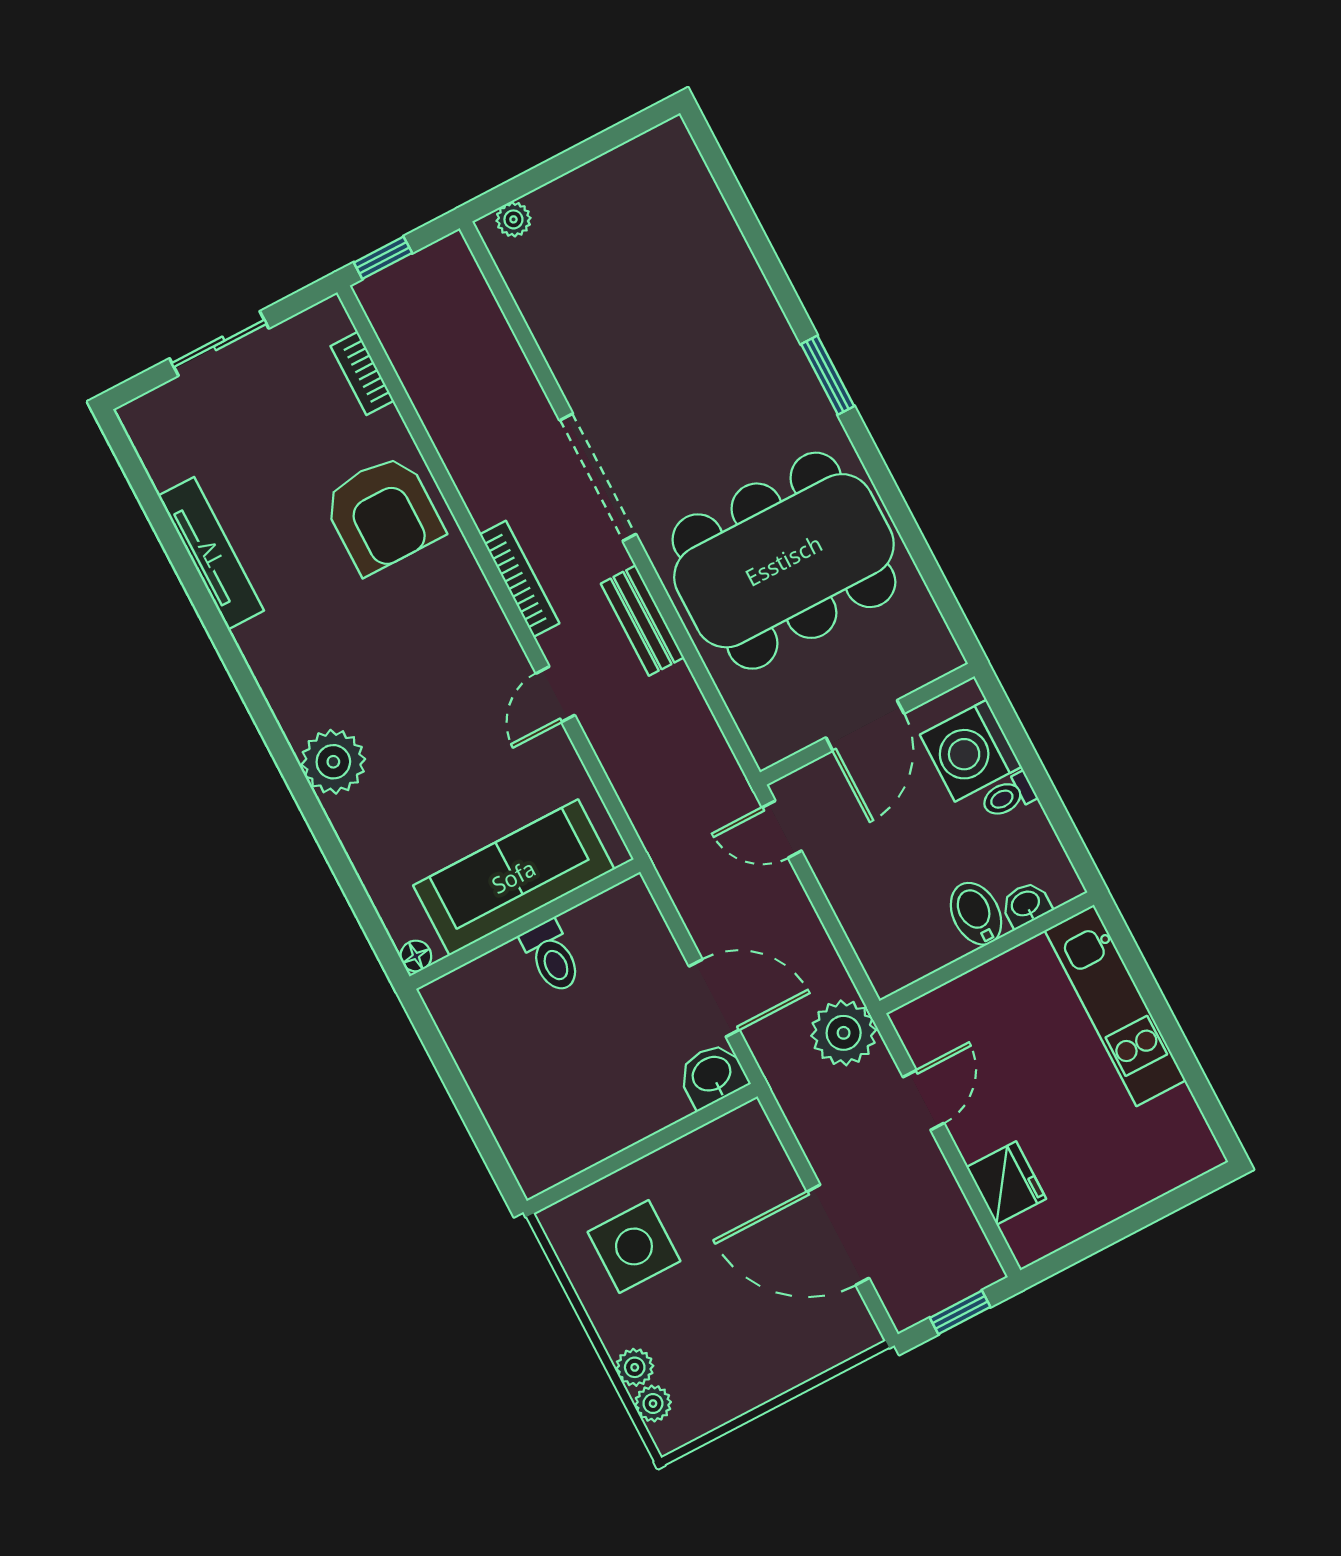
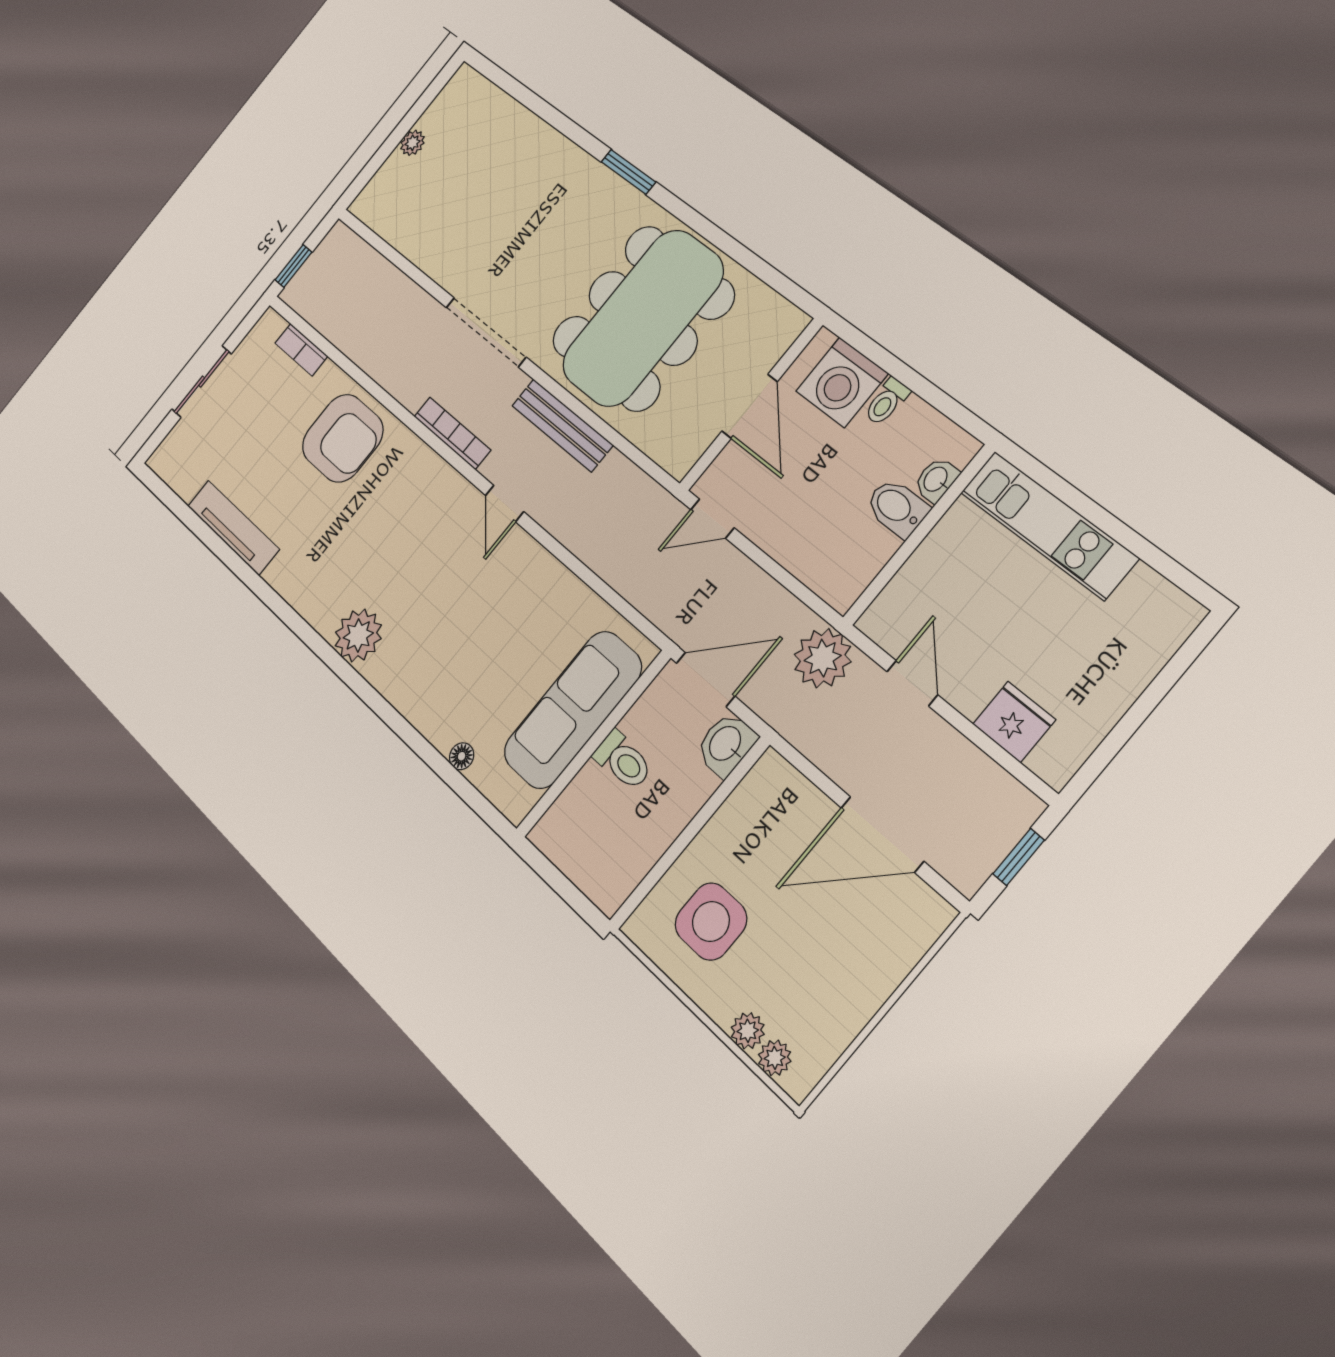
plant: (513, 219) -> (412, 143), moved
bench: (642, 621) -> (562, 425), width x1.36
sofa: (514, 877) -> (573, 710), moved
wall: (525, 924) -> (593, 744), moved
toilet: (552, 957) -> (623, 760), moved

